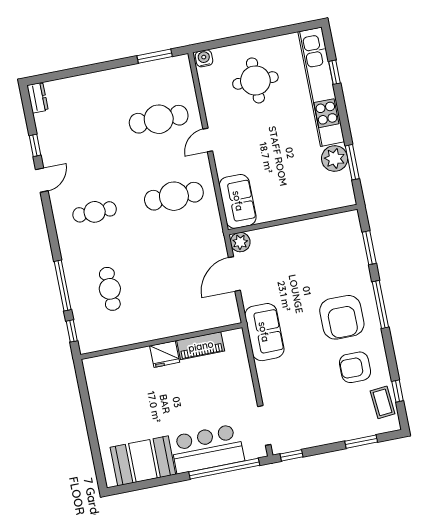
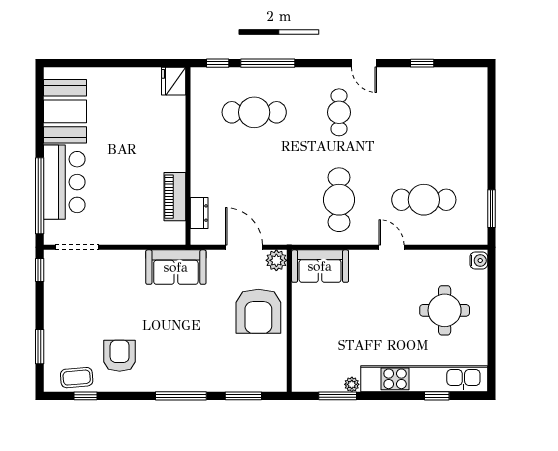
dresser: (38, 98) -> (199, 213), moved, turned -90
cafe table: (159, 119) -> (424, 200), turned 90
plant: (335, 159) -> (352, 384), width x0.53, depth x0.53
door: (42, 180) -> (364, 63), moved
cafe table: (110, 289) -> (254, 112), width x1.37, depth x1.35
armchair: (342, 317) -> (258, 311), moved, turned -90
fridge: (165, 354) -> (174, 81), moved

